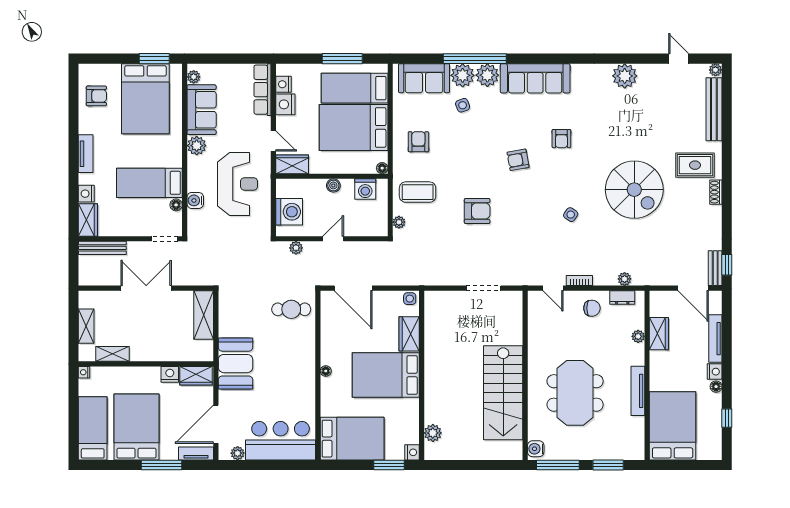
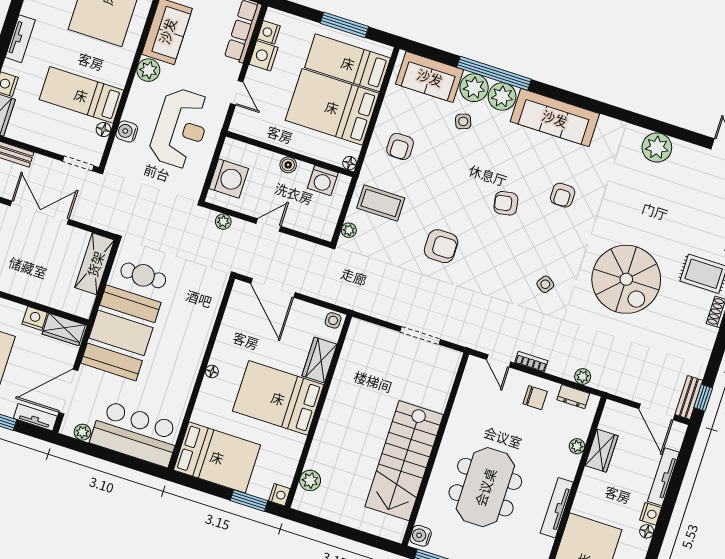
armchair: (418, 142) -> (400, 146), turned 180
wardrobe: (292, 164) -> (249, 126), removed
cafe table: (291, 309) -> (143, 275), moved
booth: (235, 364) -> (121, 333), width x1.36, depth x1.42

